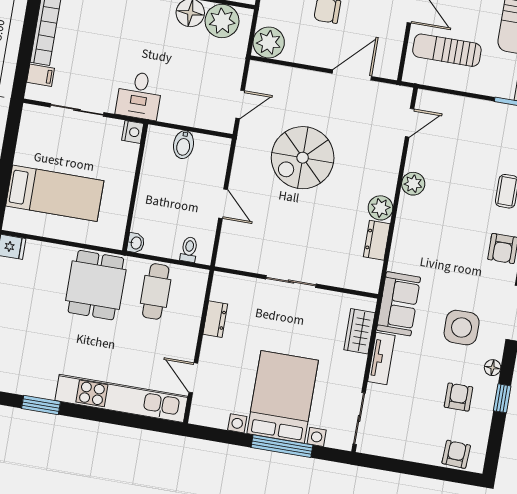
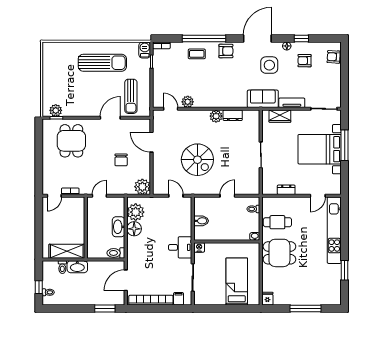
plant: (413, 184) -> (188, 102), moved

